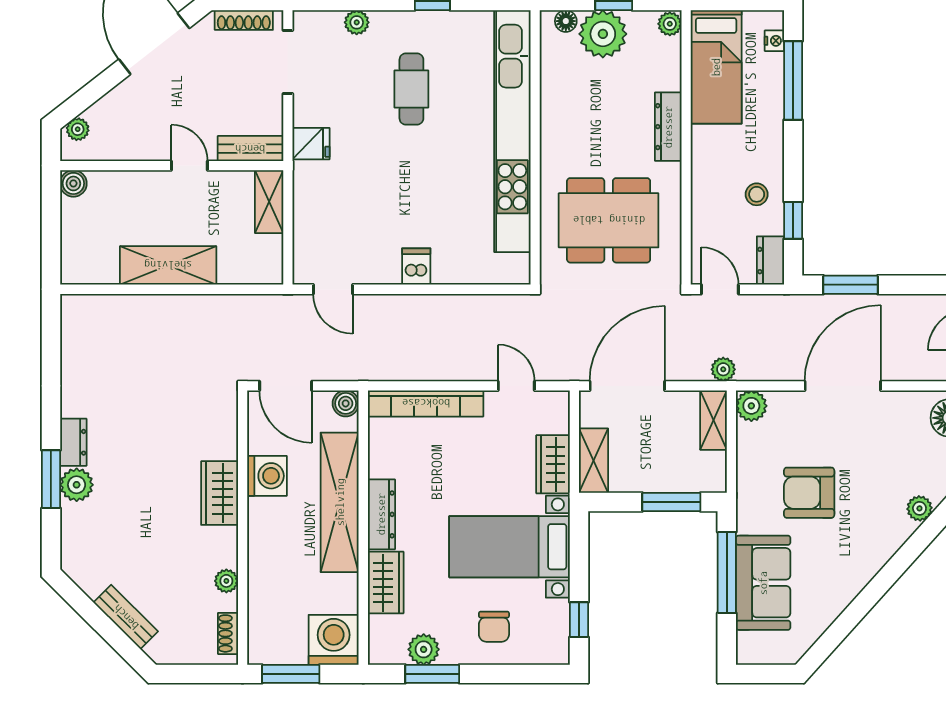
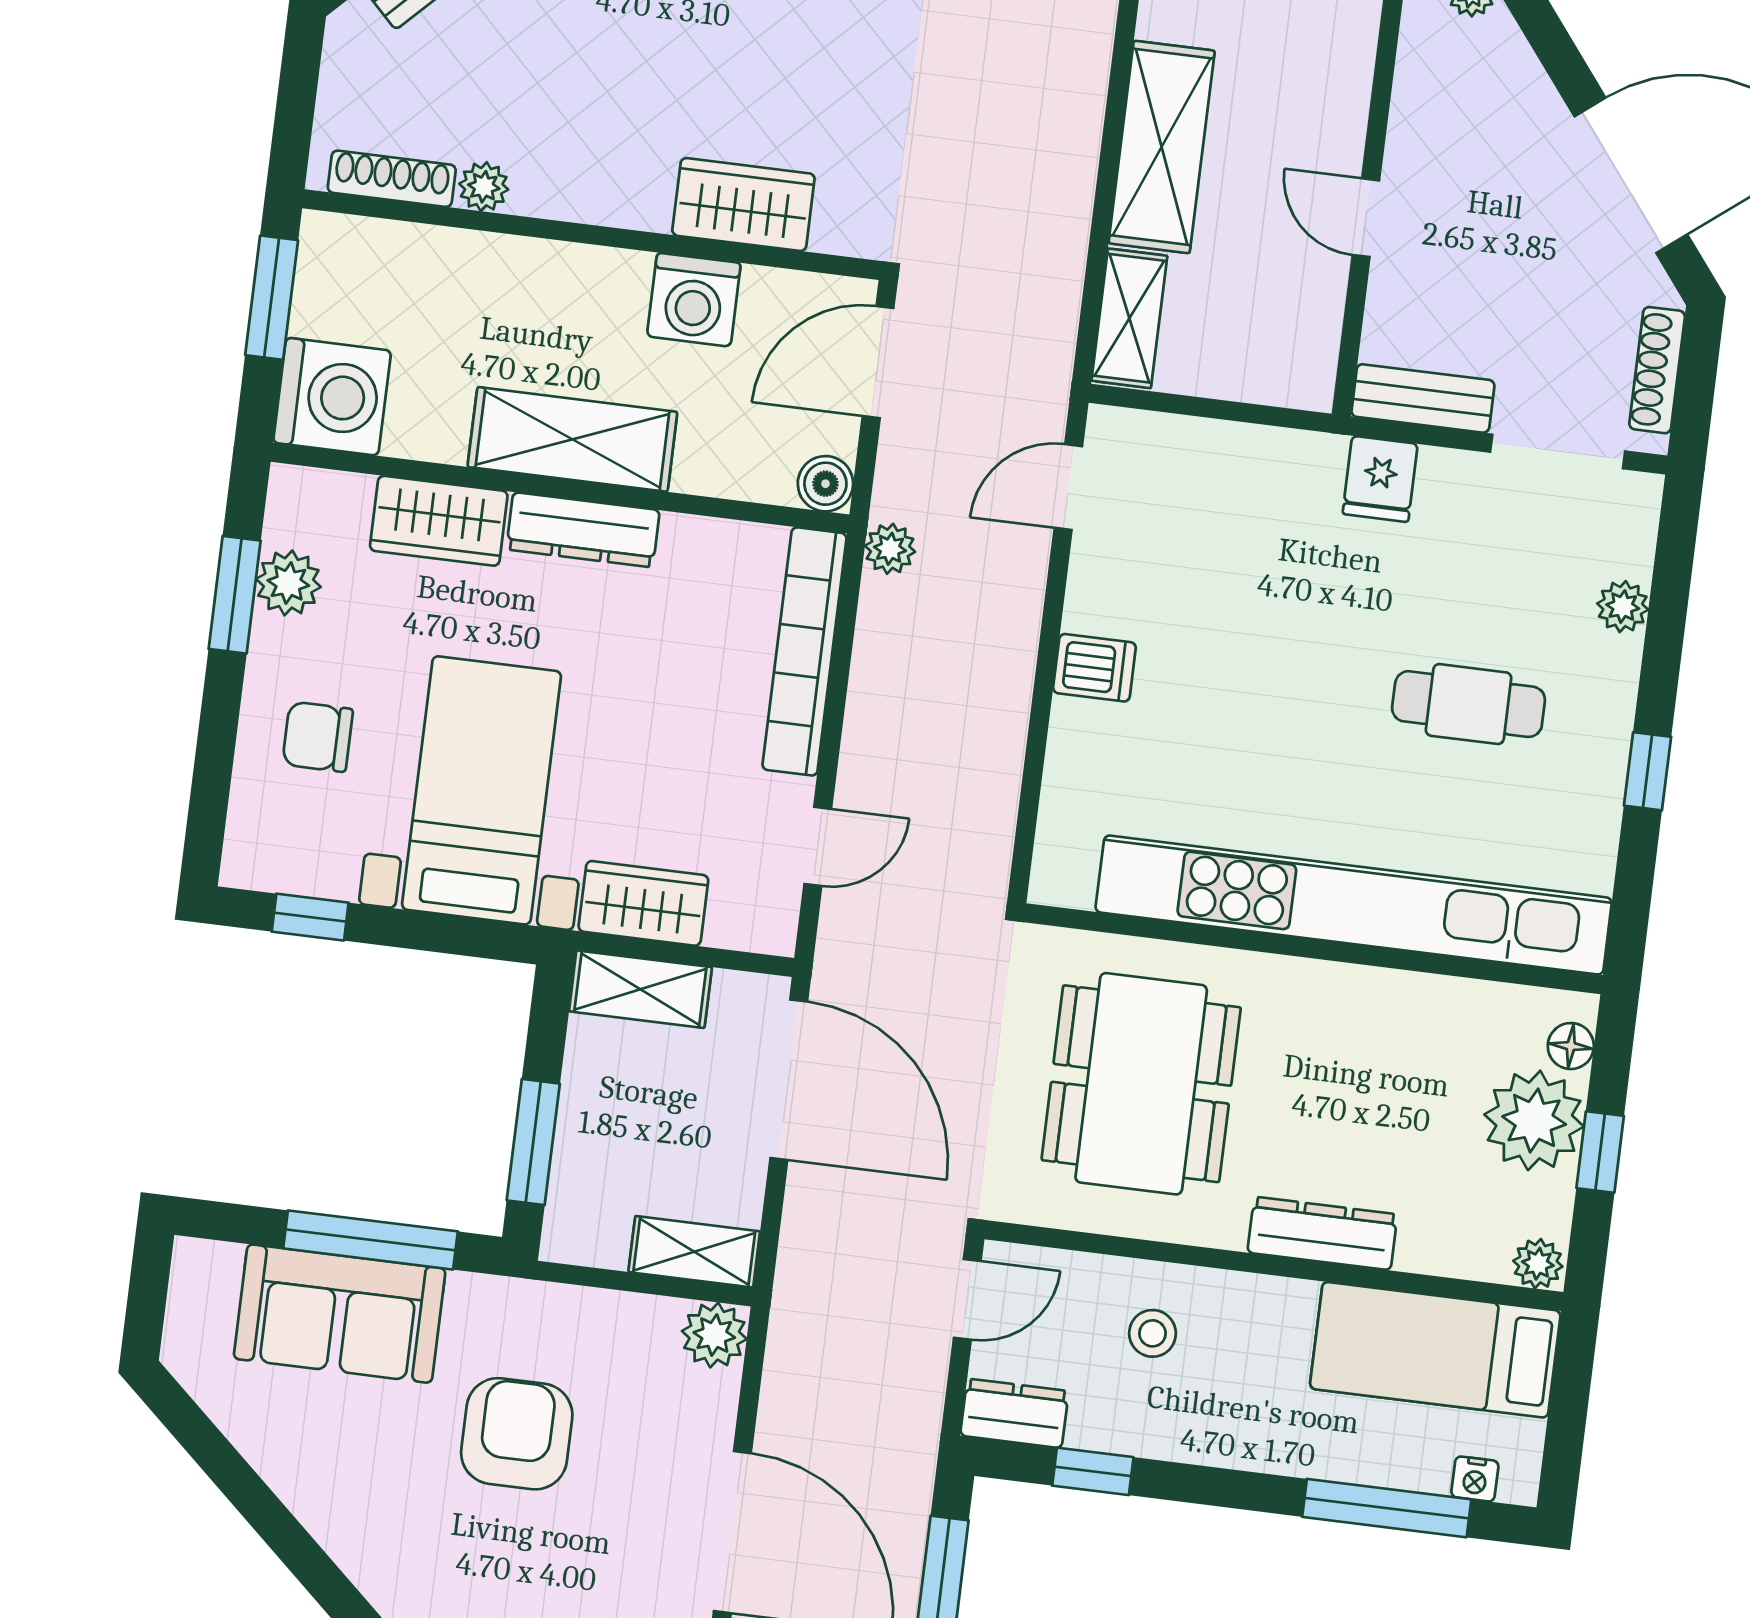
bench: (250, 149) -> (1423, 398), moved, turned 90
door: (189, 166) -> (1366, 218), swing flipped
stool: (757, 194) -> (1152, 1333), moved
shelving: (269, 202) -> (1129, 318), moved, turned 90
plant: (723, 369) -> (890, 549), moved
wardrobe: (220, 493) -> (743, 205), moved
shelving: (340, 502) -> (572, 439), width x0.68
shoe rack: (228, 633) -> (392, 179), width x1.43

